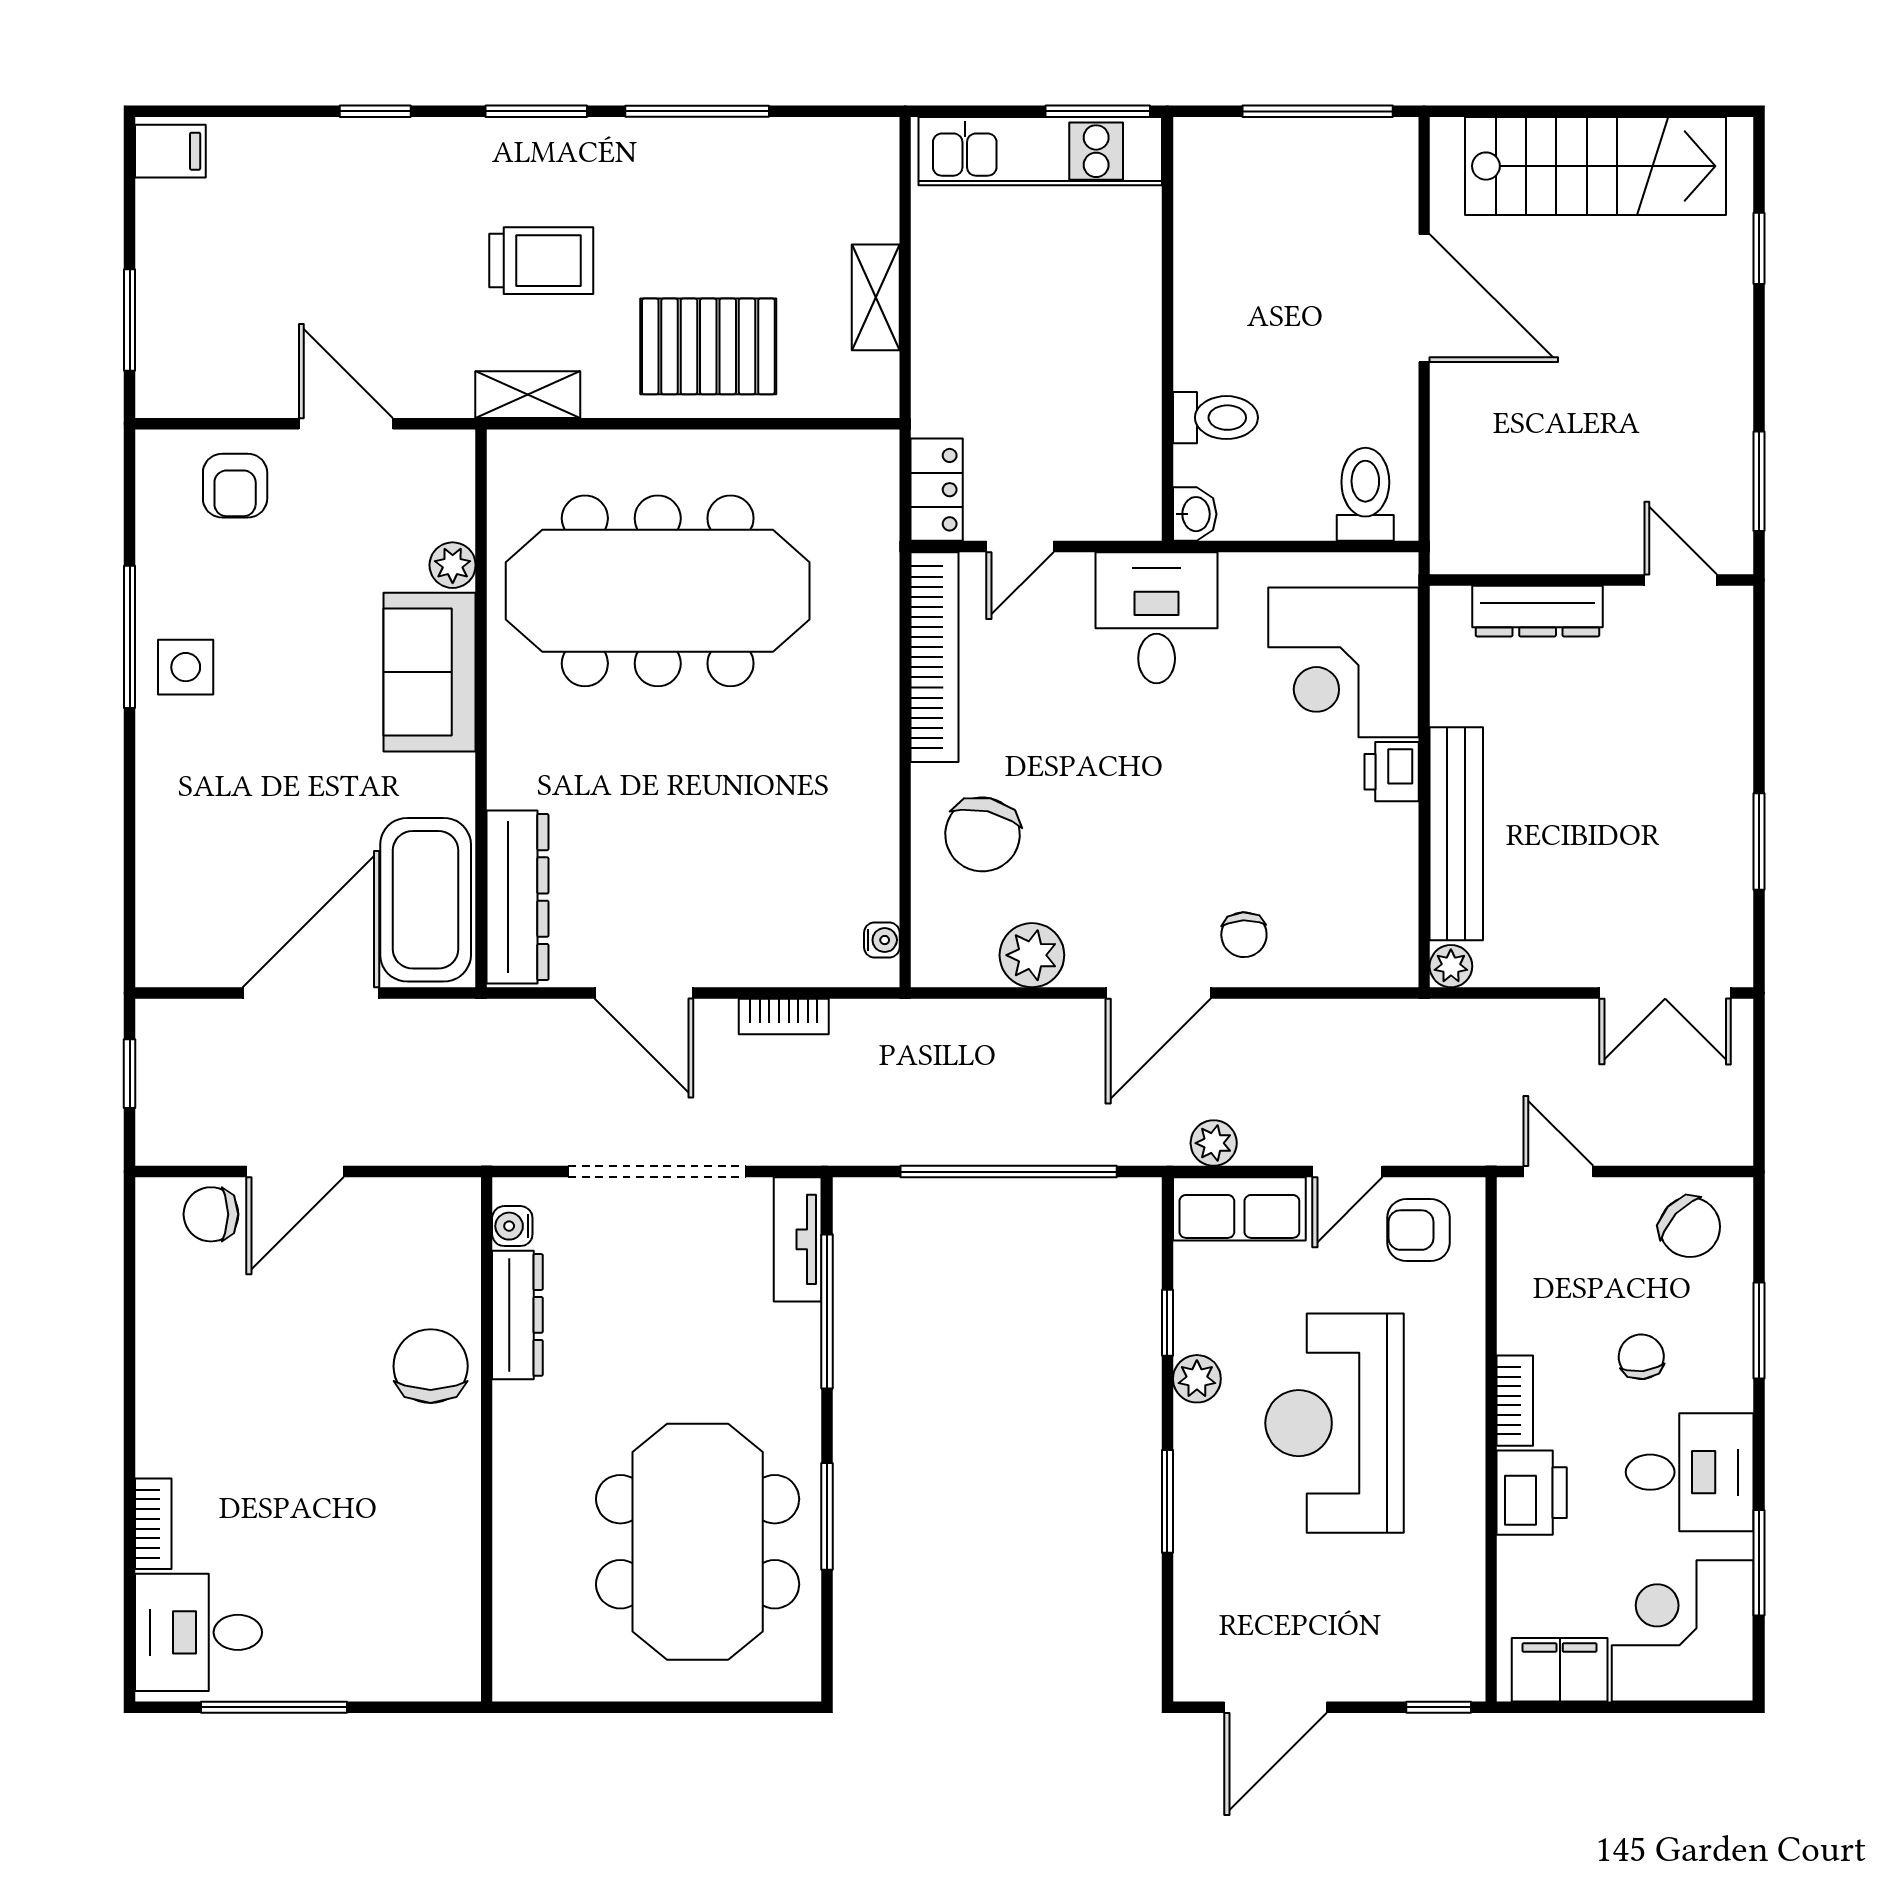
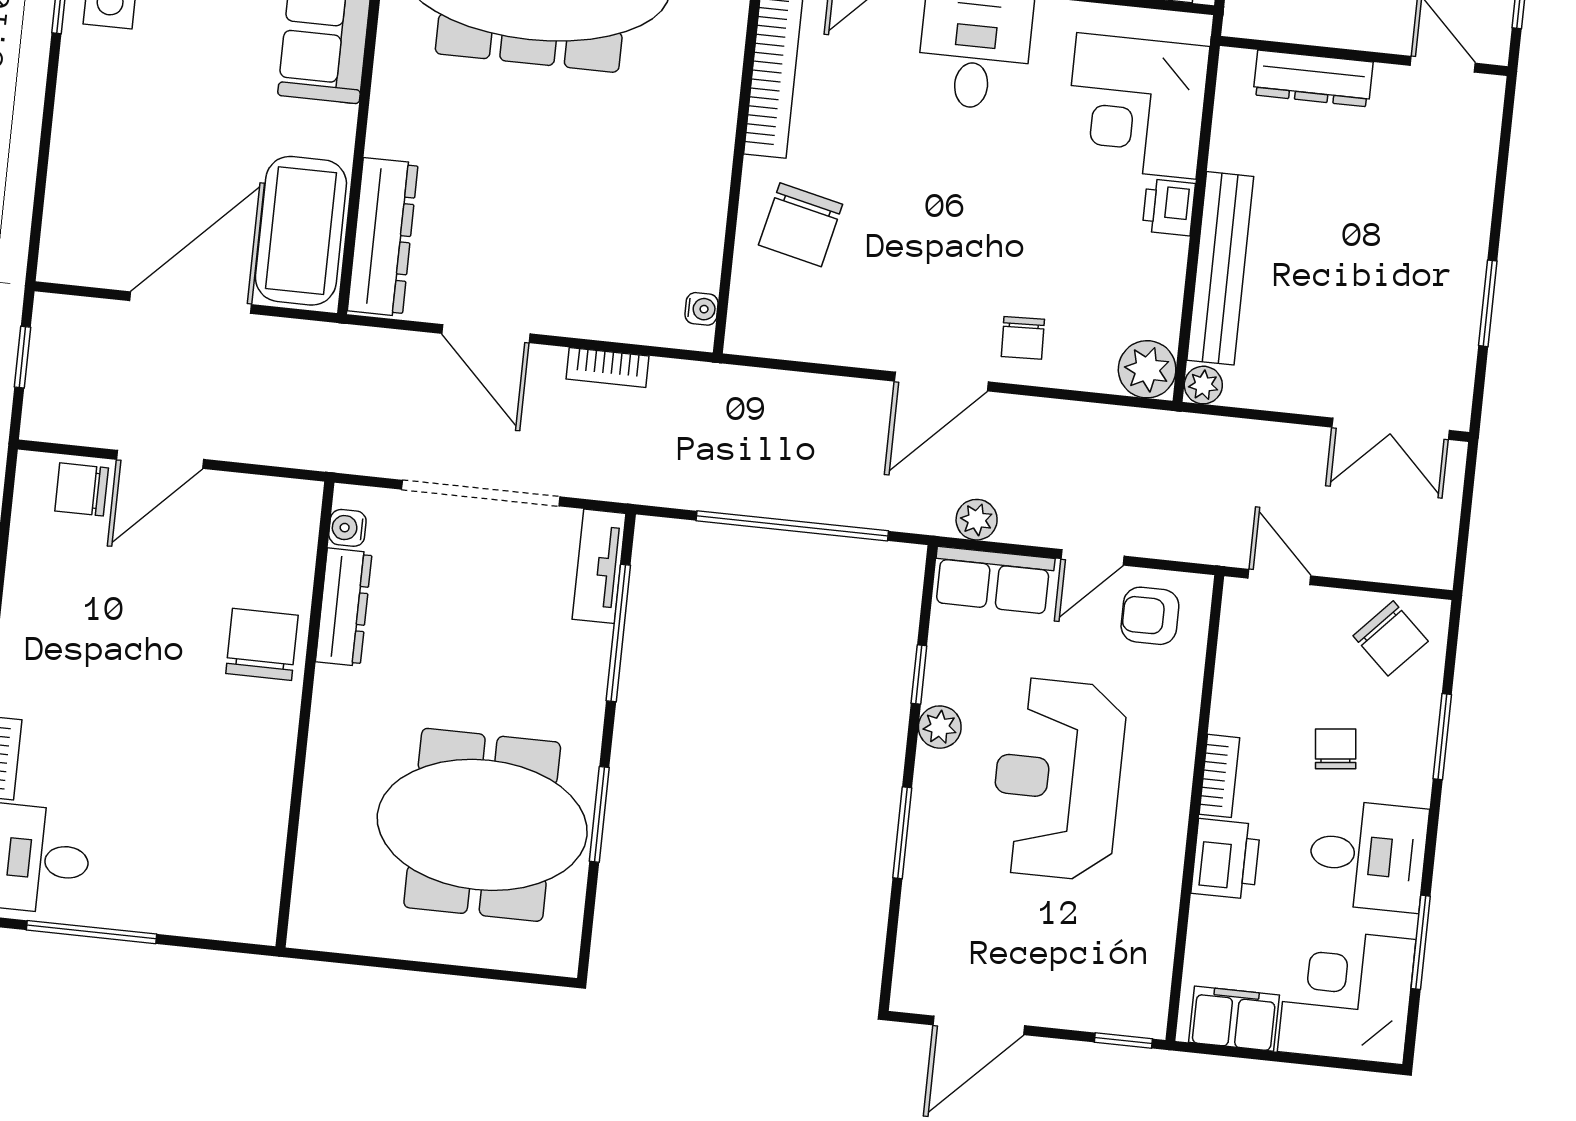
plant: (1032, 955) -> (1147, 369), moved
meeting table: (698, 1542) -> (482, 825), turned 90

